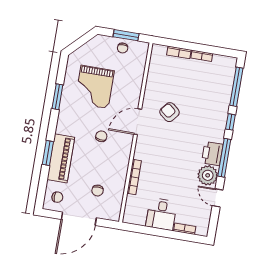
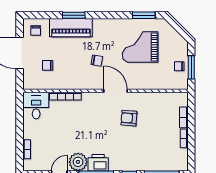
window: (57, 97) -> (144, 15), moved
armchair: (170, 112) -> (129, 118), turned -125
desk: (161, 214) -> (36, 106), moved, turned 90

